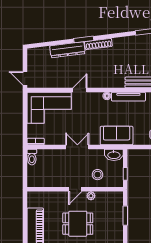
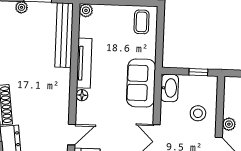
door: (80, 90) -> (72, 135), swing flipped

